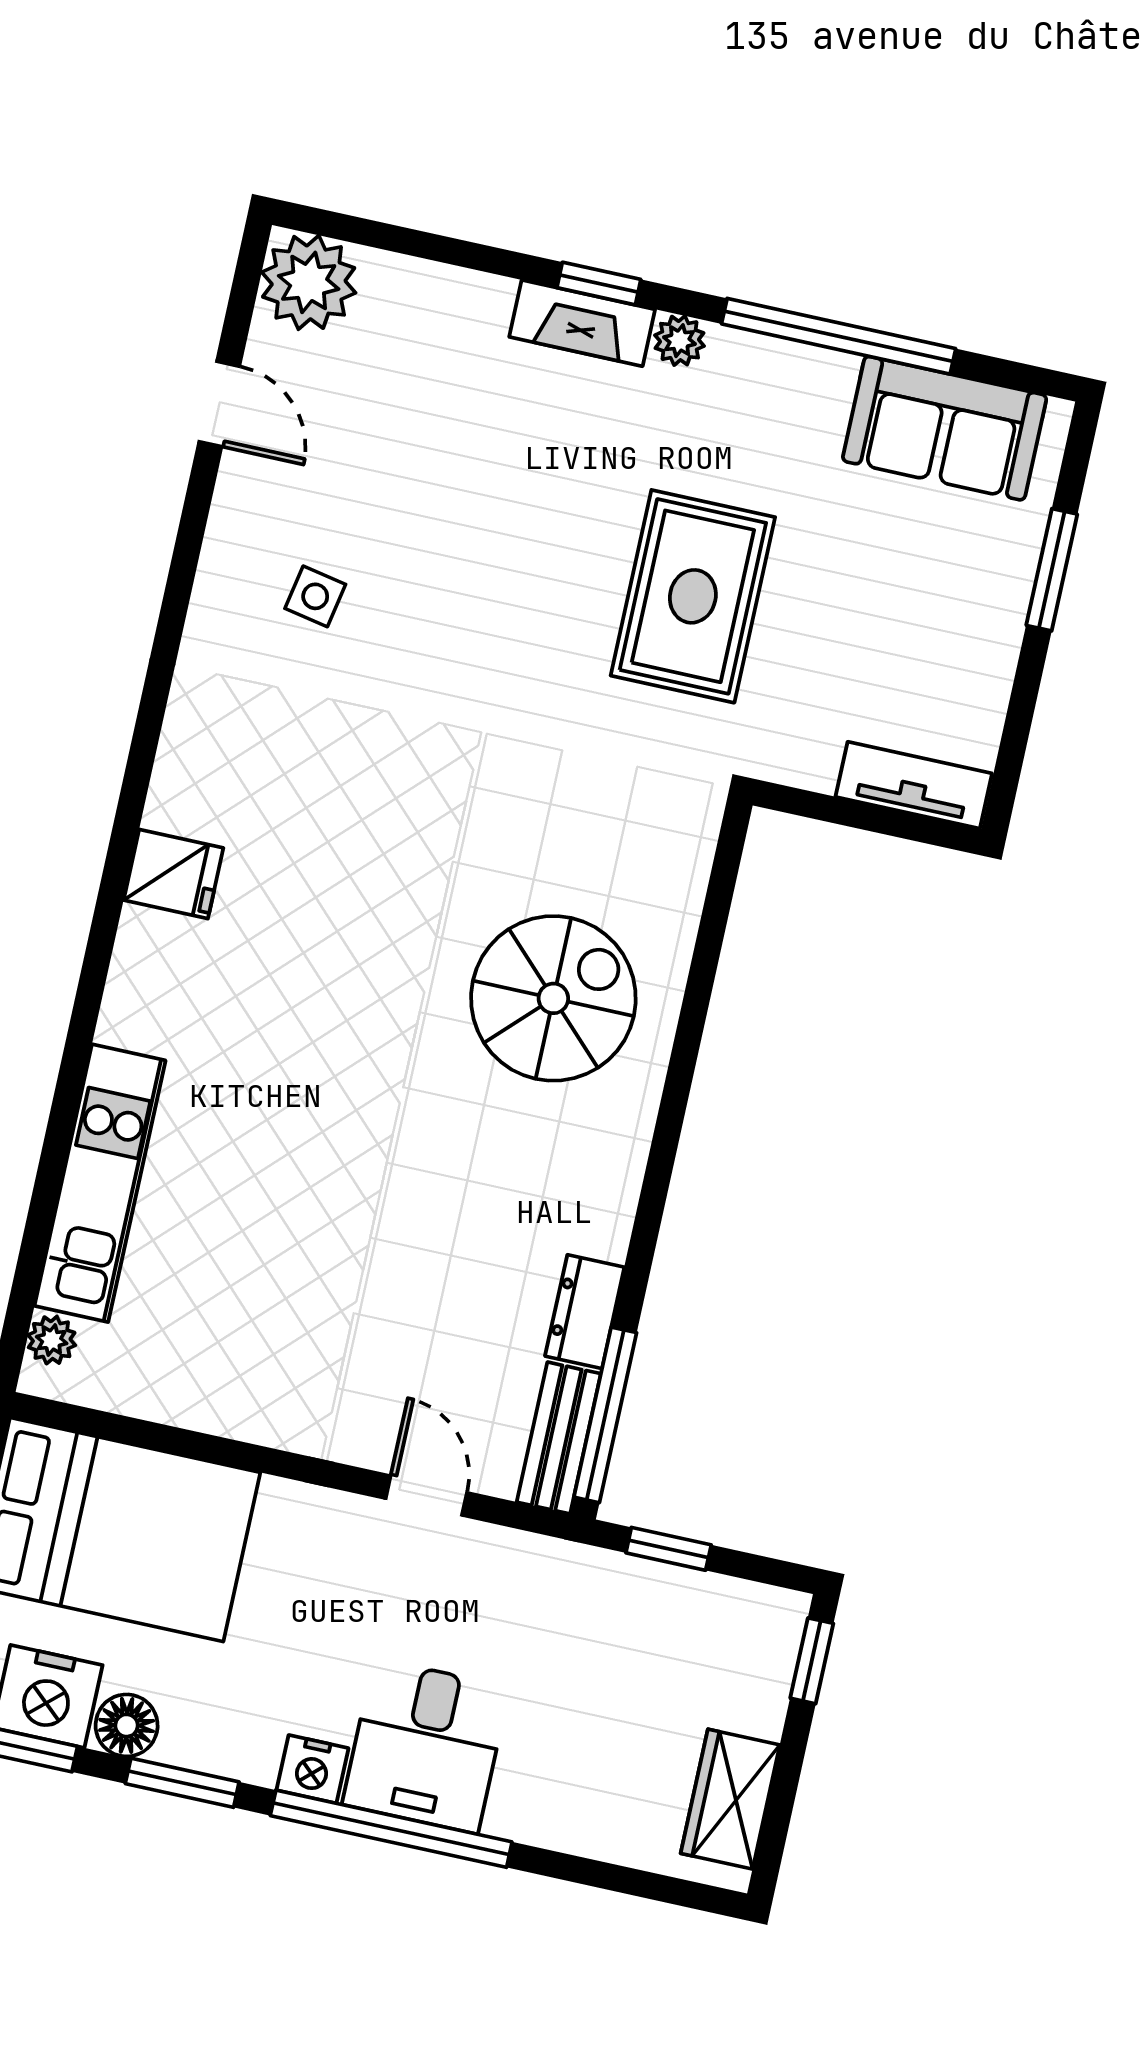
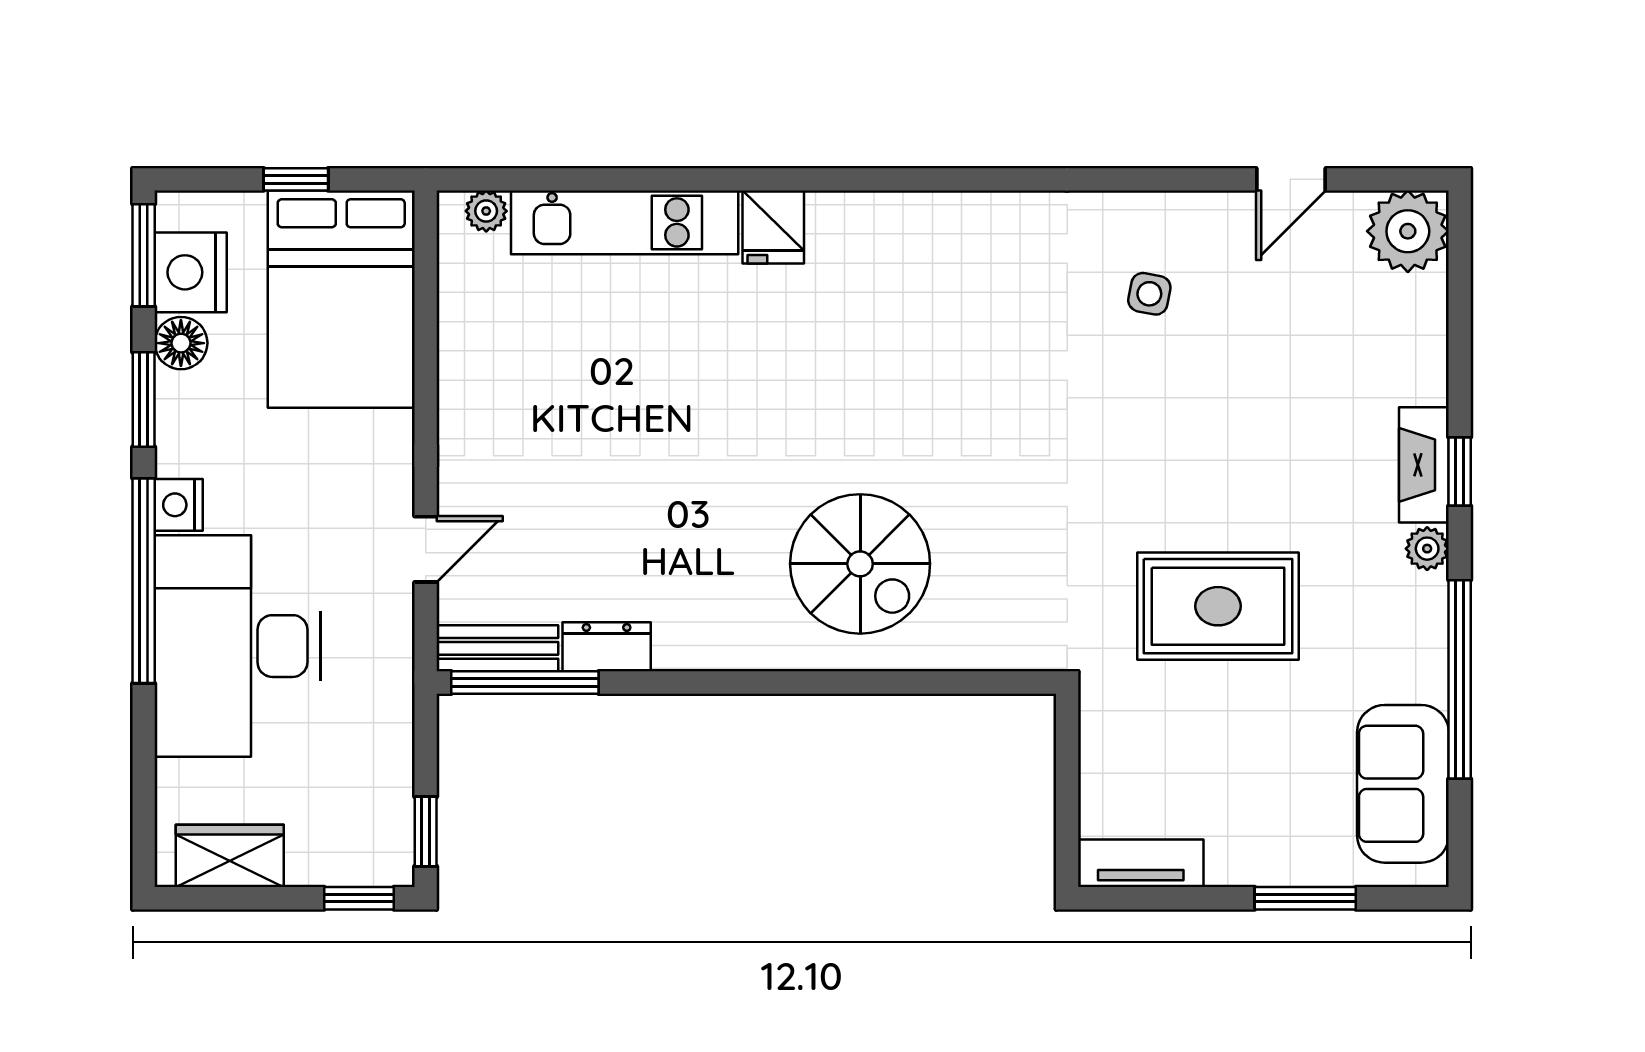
tv unit: (914, 785) -> (1141, 863), moved, turned -90
fridge: (173, 874) -> (773, 227), moved
window: (669, 1549) -> (426, 831), moved
desk: (426, 1746) -> (238, 646), width x1.87, depth x1.30

